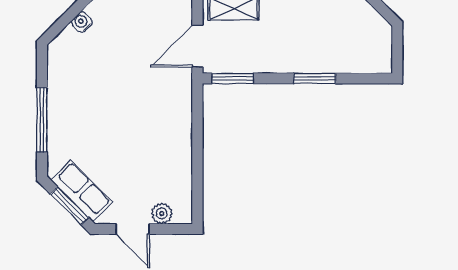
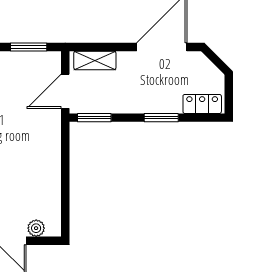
locker: (365, 62) -> (202, 104), added

